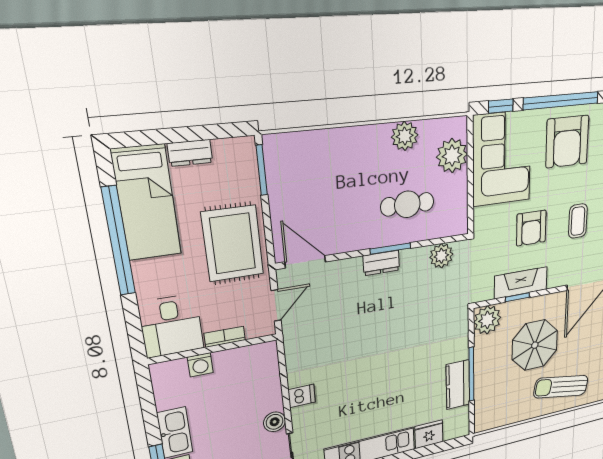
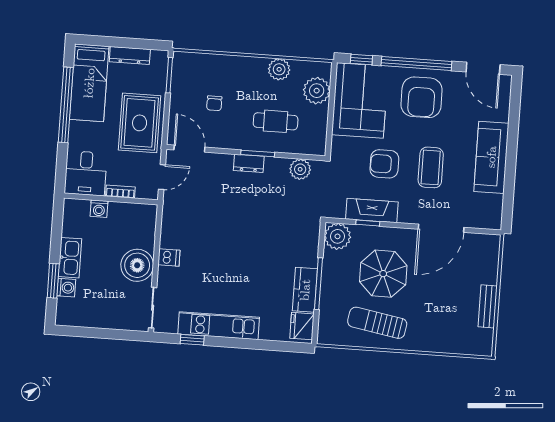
dresser: (190, 153) -> (130, 56), width x1.44
chair: (328, 197) -> (214, 103), added
coffee table: (578, 221) -> (431, 167), width x1.36, depth x1.30
armchair: (531, 228) -> (384, 164), turned 90
sun lounger: (561, 387) -> (377, 323), moved
boiler: (275, 422) -> (137, 265), width x1.86, depth x1.86
fridge: (429, 434) -> (302, 326), moved, turned -90

